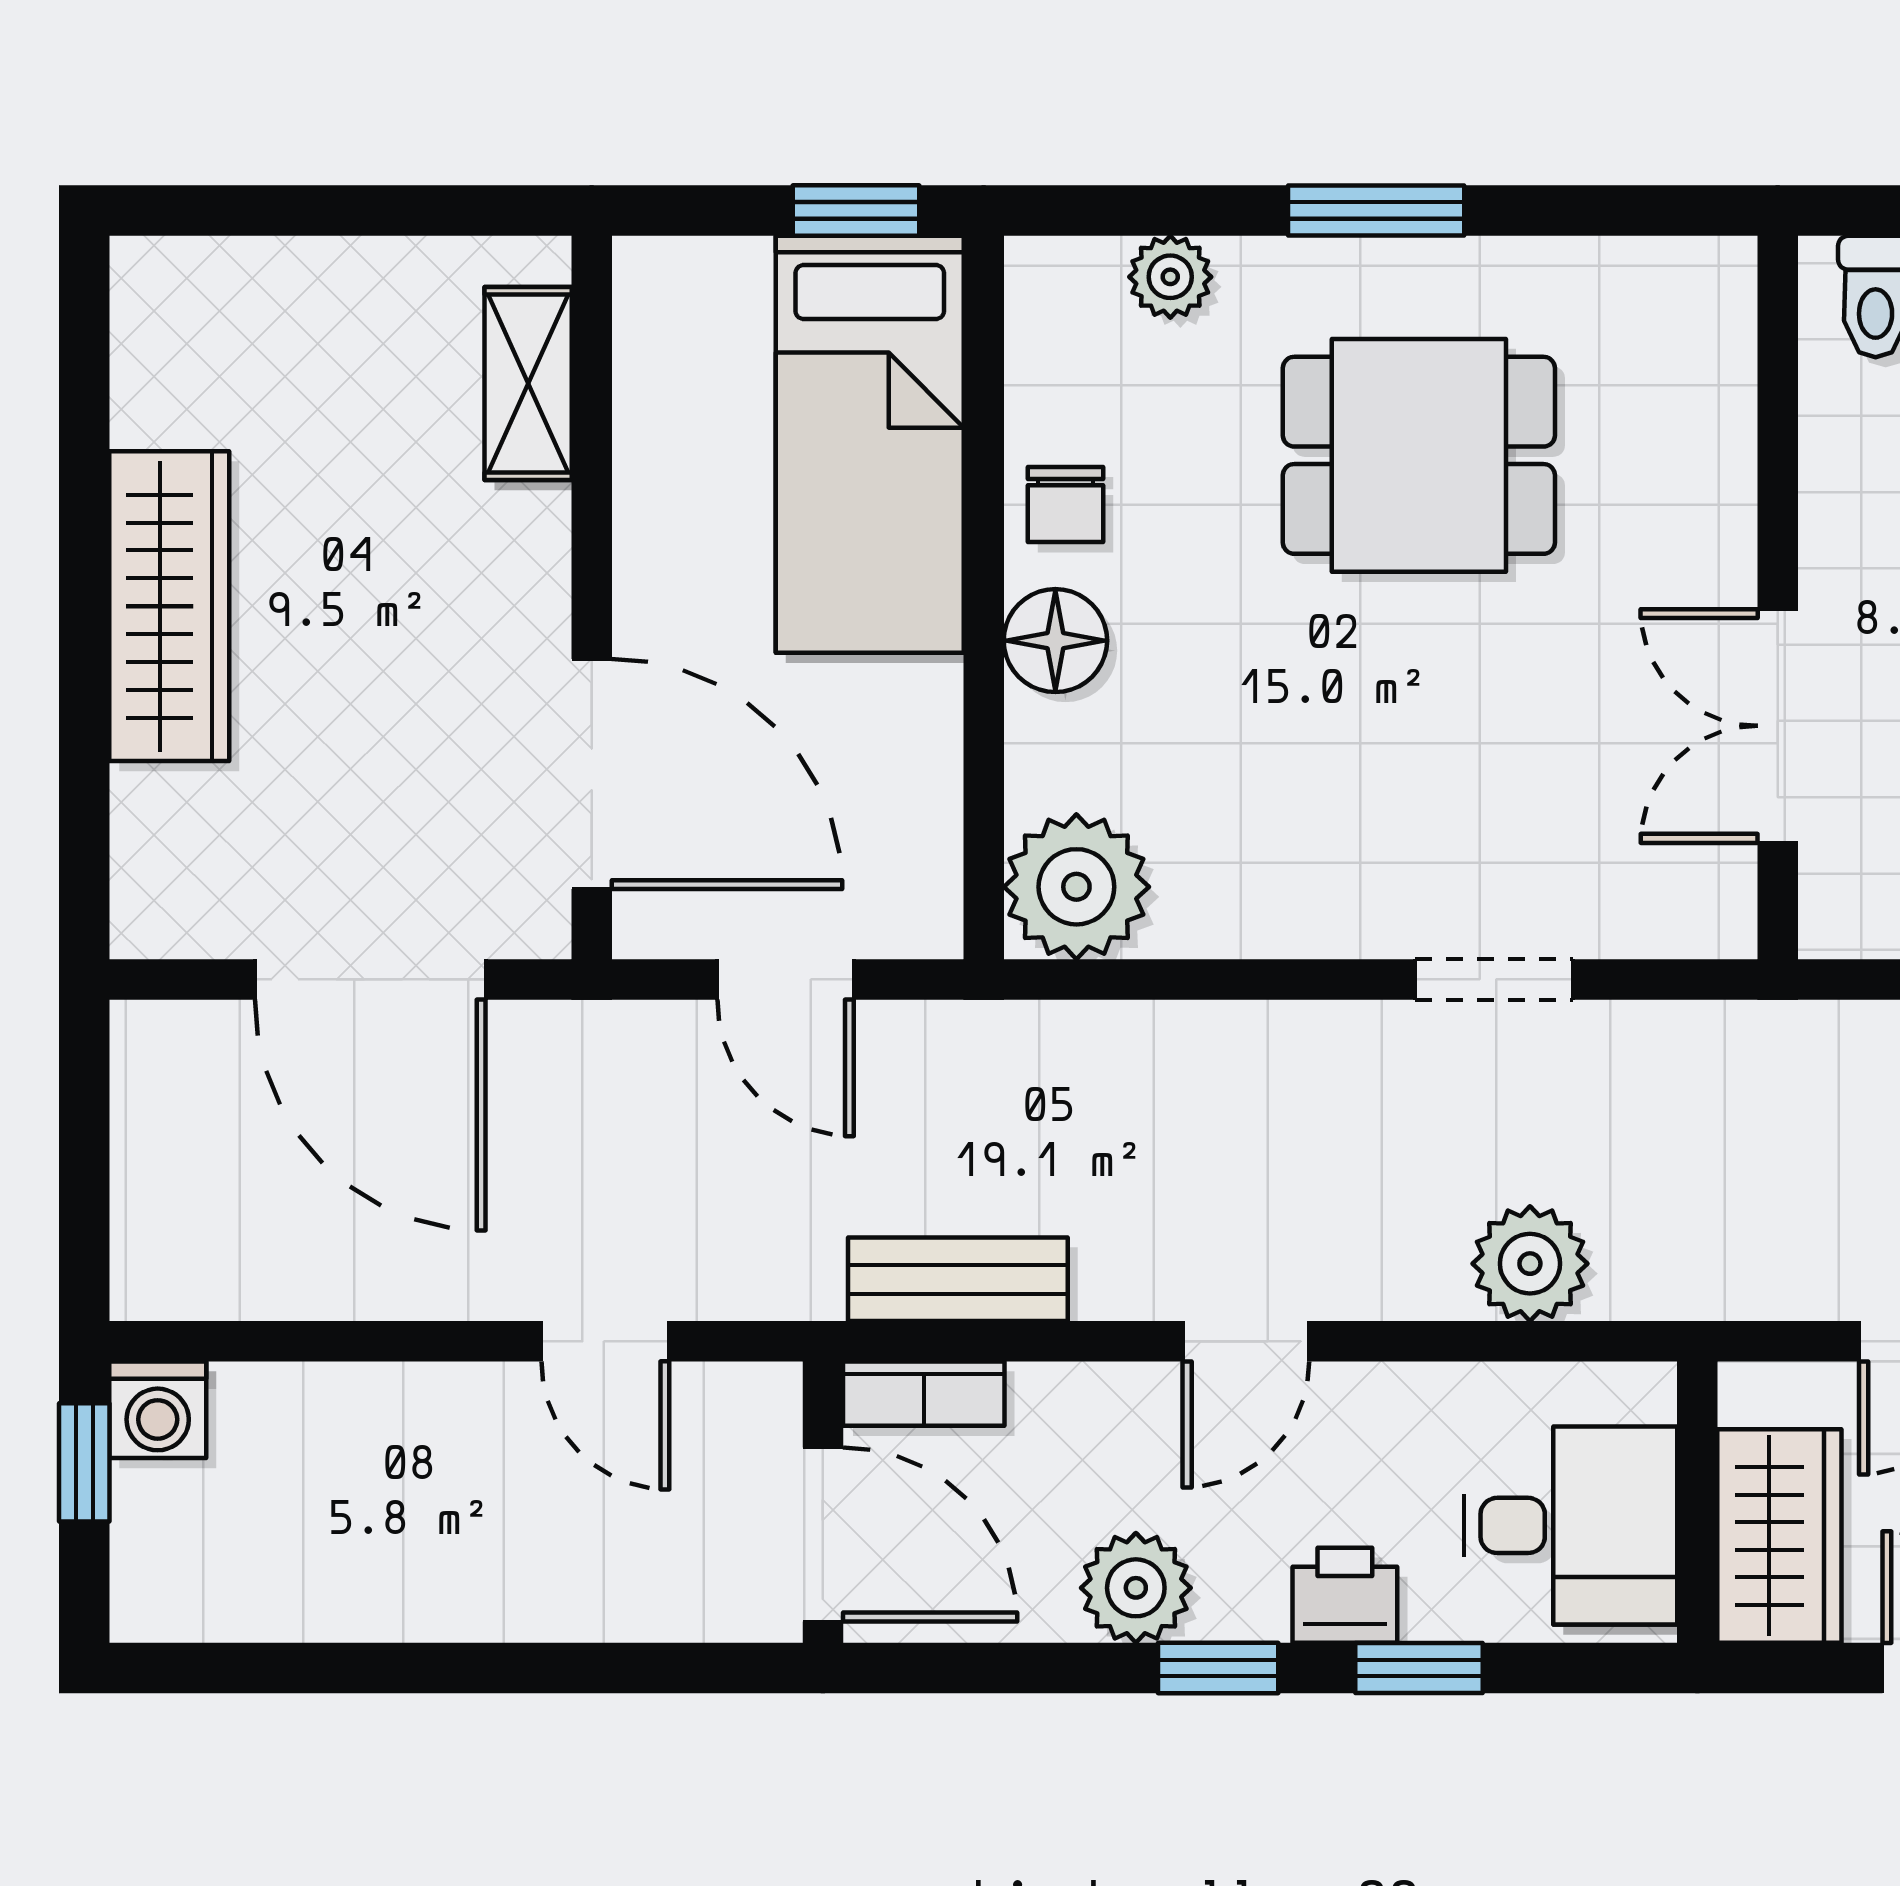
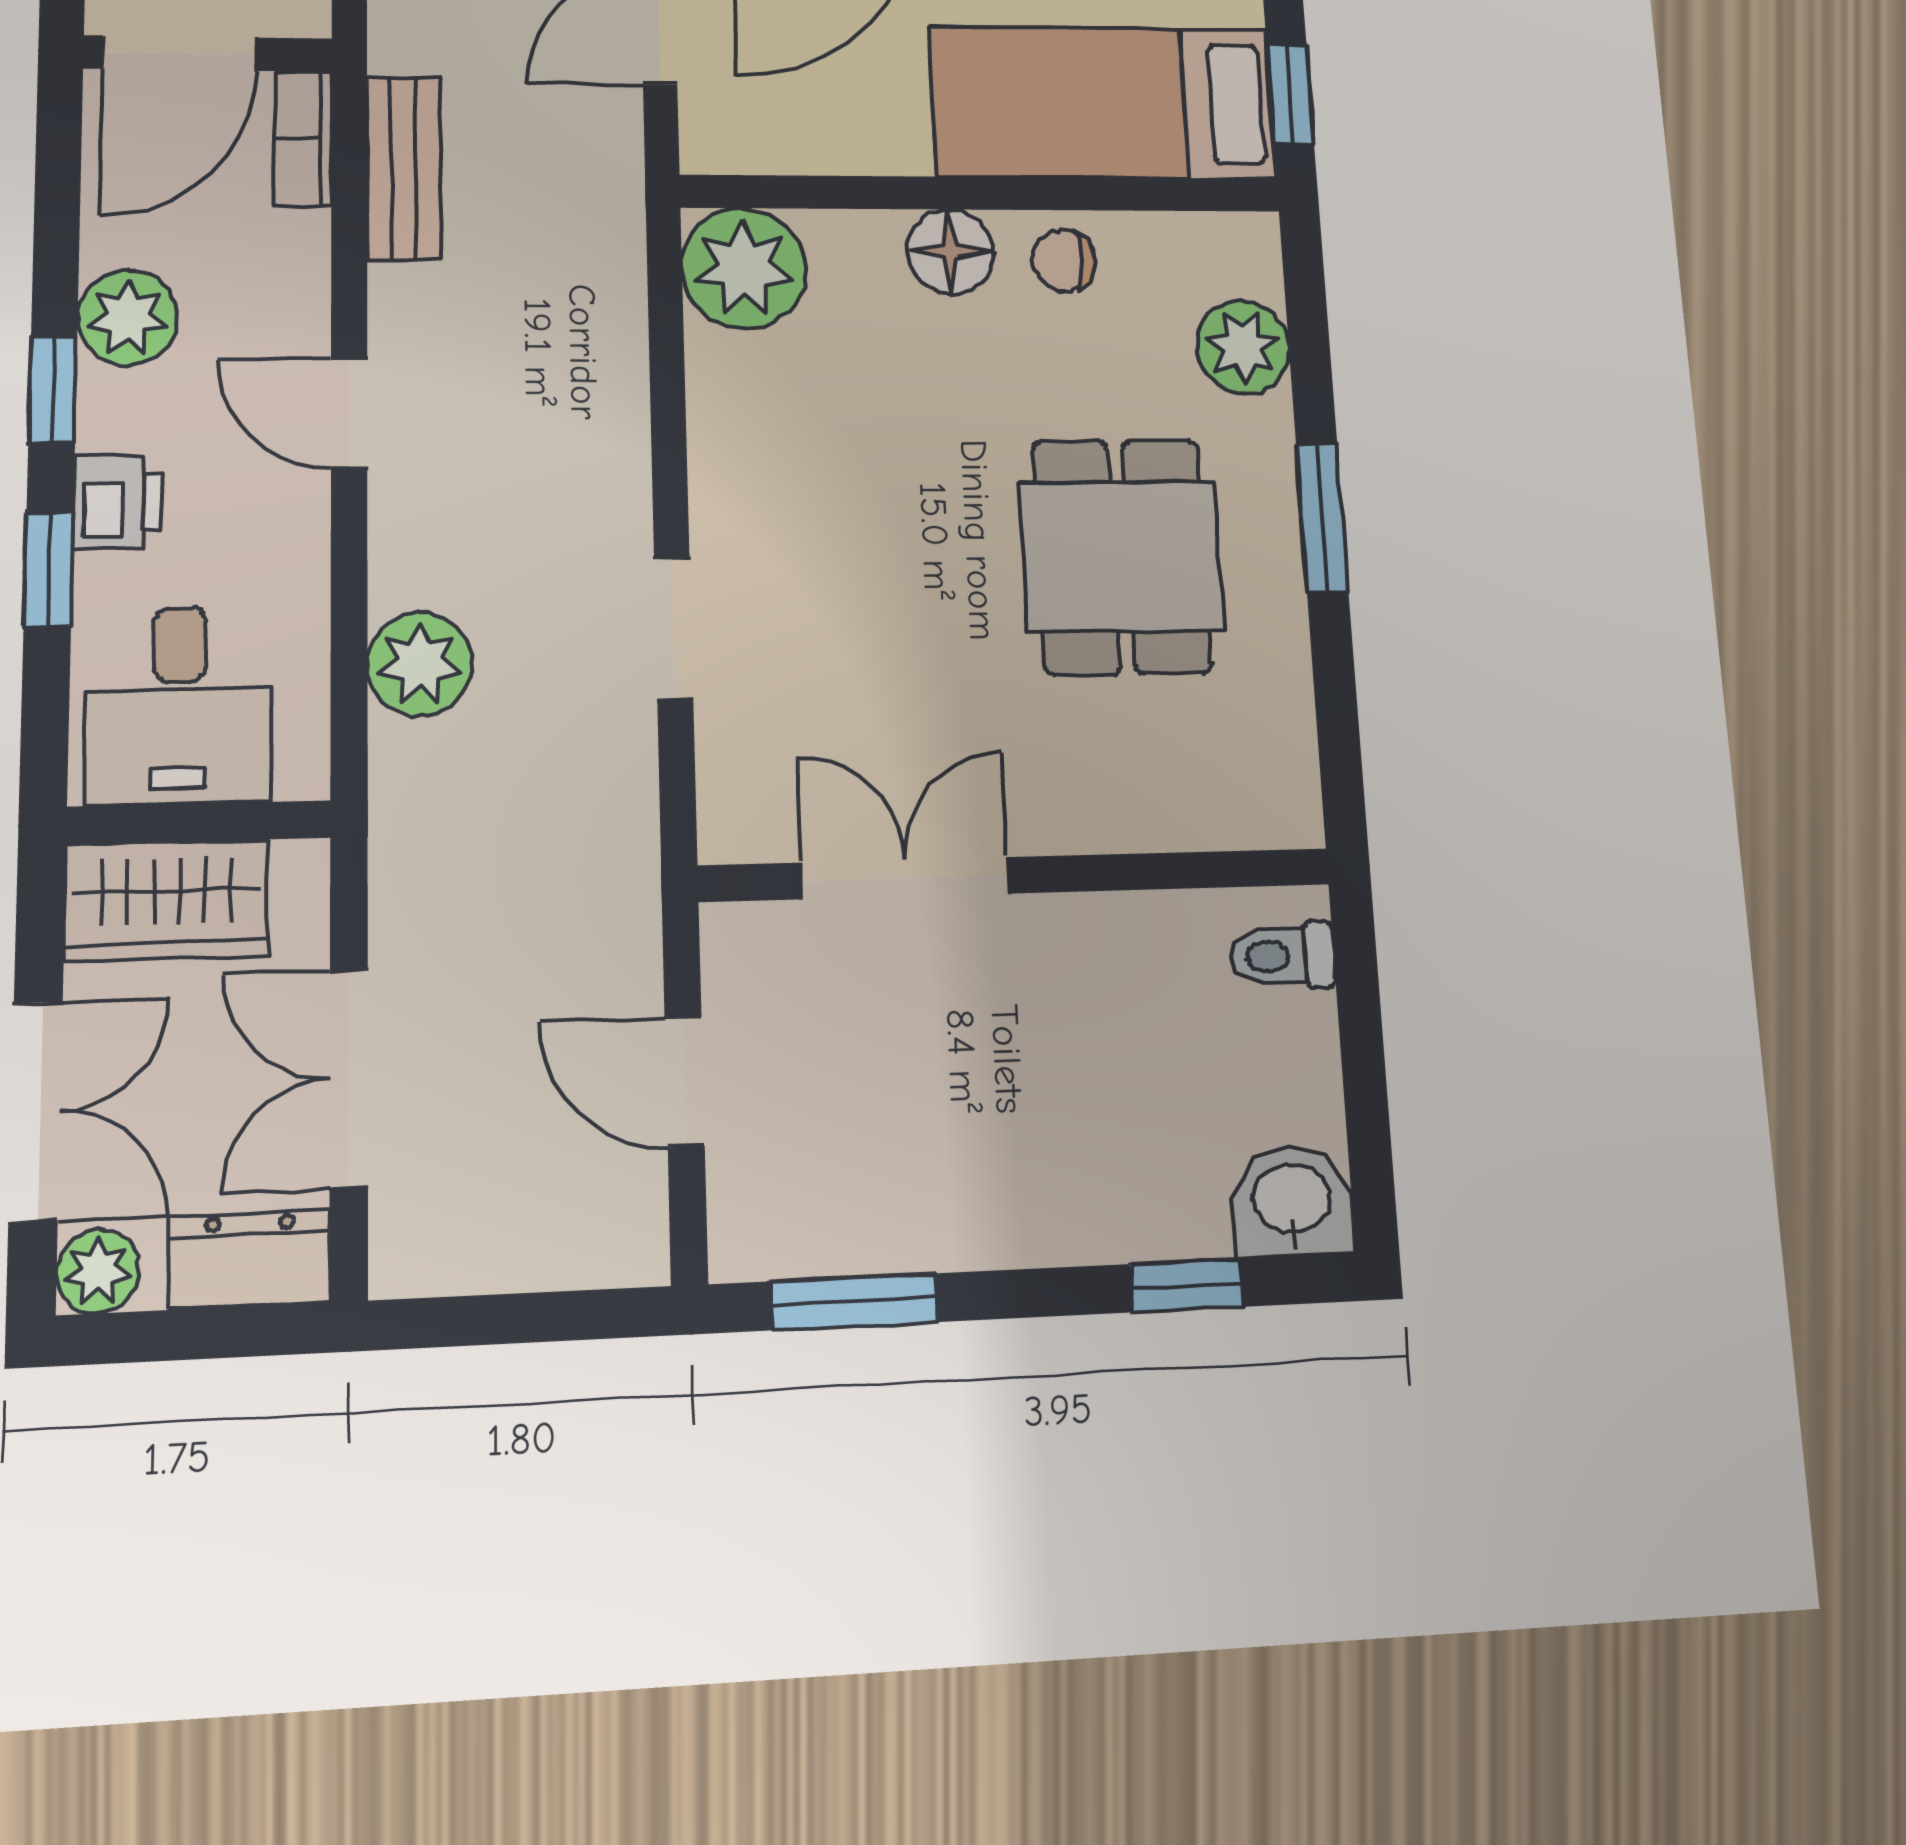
plant: (1170, 277) -> (1243, 347), width x1.38, depth x1.38

